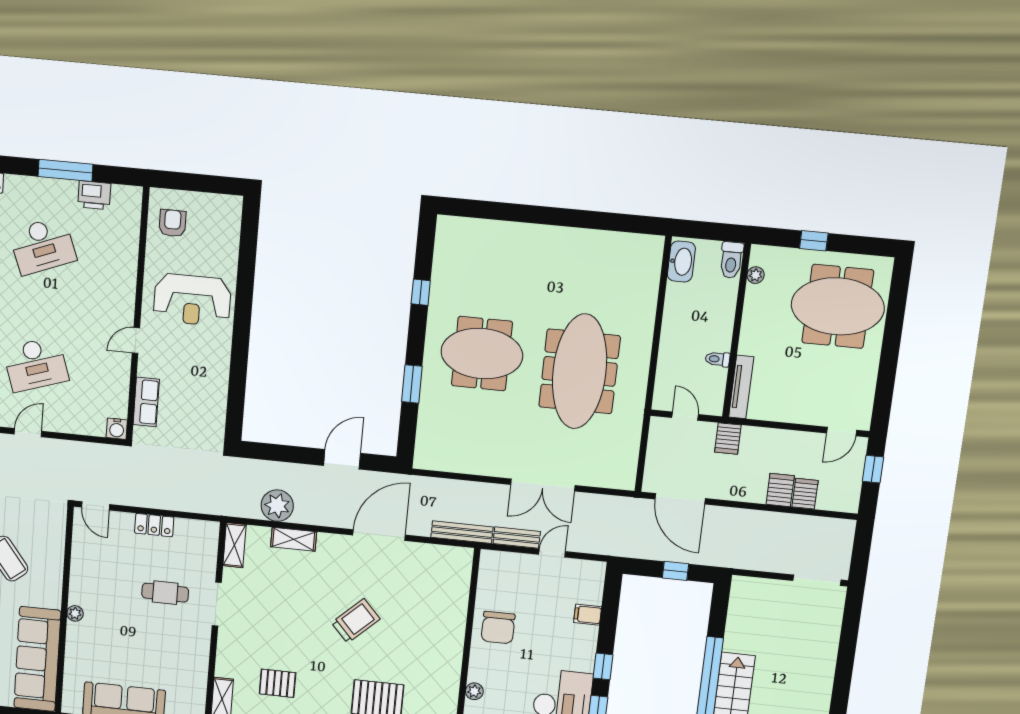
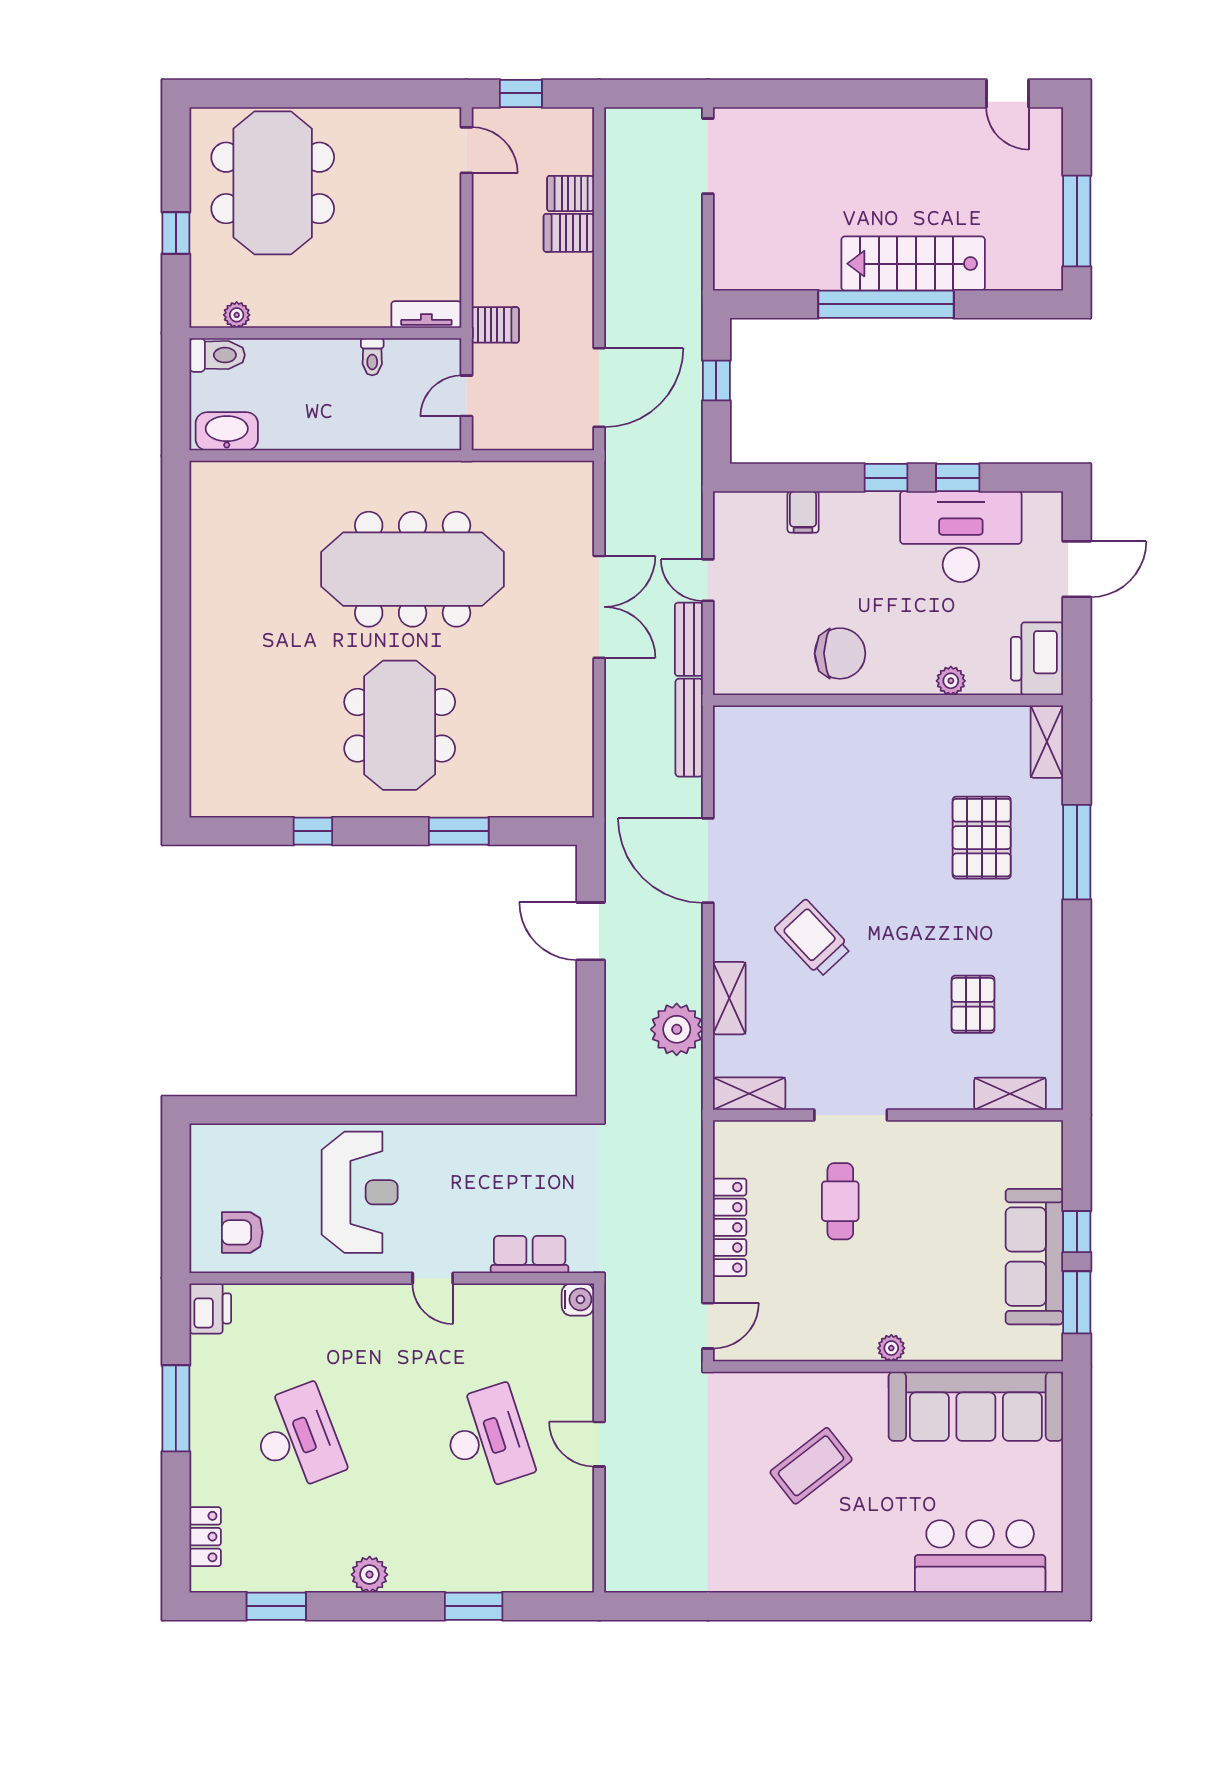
printer: (94, 195) -> (210, 1308), moved
tv unit: (741, 387) -> (426, 315), width x0.71
locker: (154, 525) -> (730, 1227), width x1.53
trolley: (356, 621) -> (813, 938), moved

